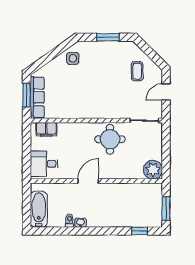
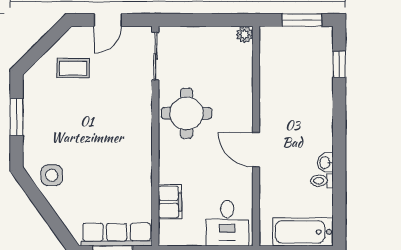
door: (166, 92) -> (108, 20), hinge flipped
filing cabinet: (46, 129) -> (170, 202), moved
plant: (153, 170) -> (245, 35), width x0.53, depth x0.53

